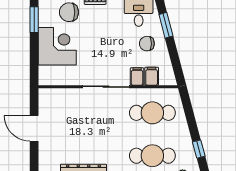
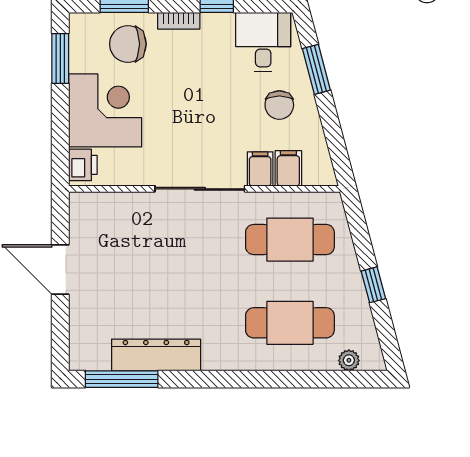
chair: (147, 44) -> (279, 105), turned -90
printer: (46, 74) -> (83, 165), added
window: (199, 149) -> (373, 285), moved

